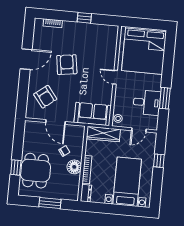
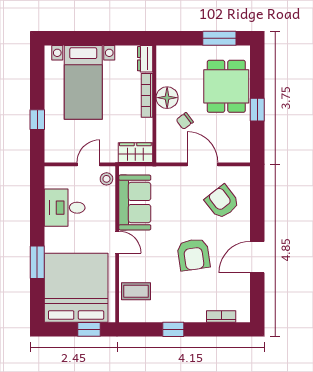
window: (138, 23) -> (89, 329), added
coffee table: (106, 45) -> (136, 291), added
window: (165, 98) -> (37, 262), moved
sofa: (93, 114) -> (135, 203), moved, turned -90
door: (139, 130) -> (88, 164), moved
wardrobe: (103, 134) -> (135, 153), width x0.67
window: (16, 167) -> (257, 110), moved
window: (50, 203) -> (219, 38), moved

